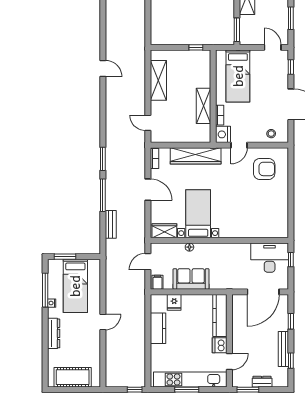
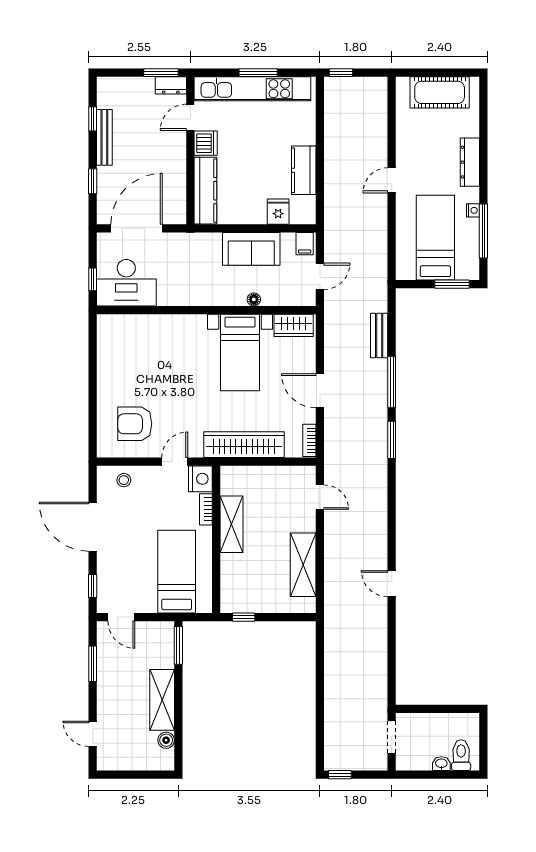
dresser: (262, 382) -> (171, 85), moved

